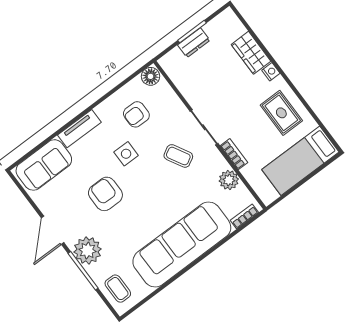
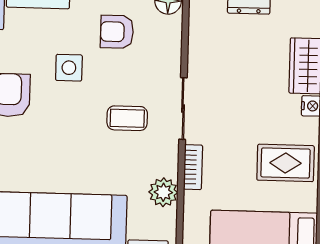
rug: (281, 113) -> (286, 163), turned 90
coffee table: (178, 156) -> (127, 118), turned -61

